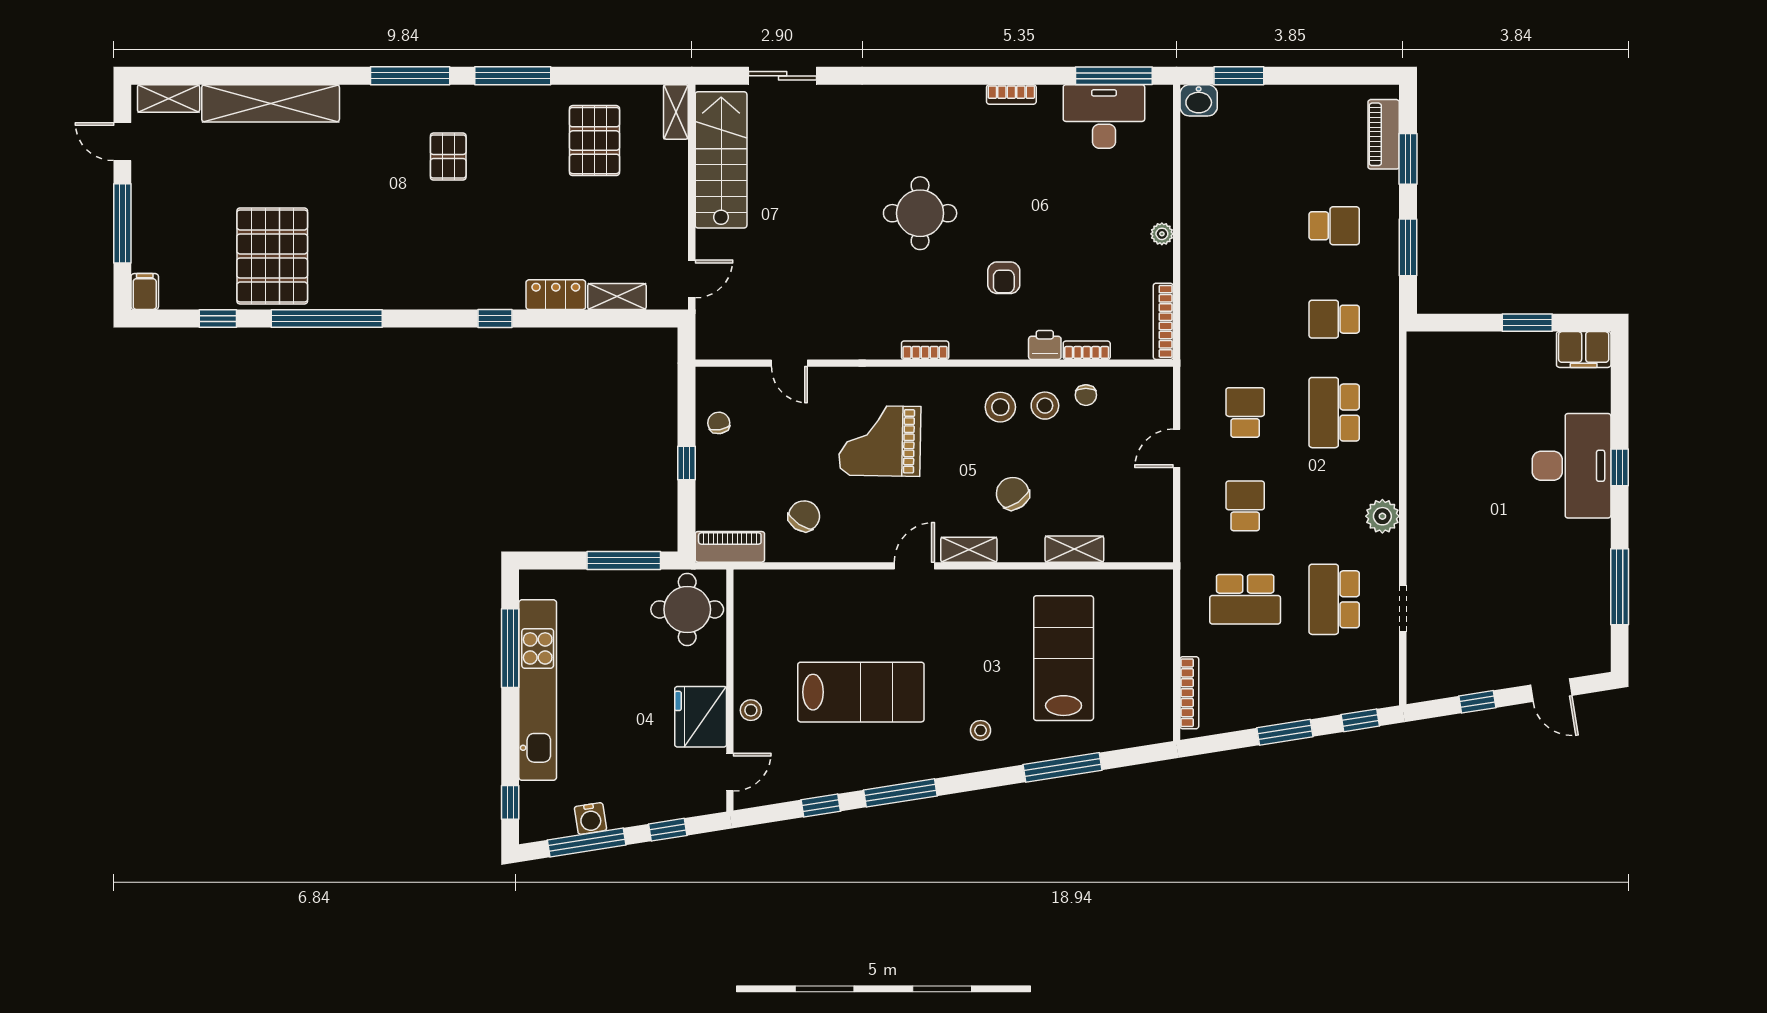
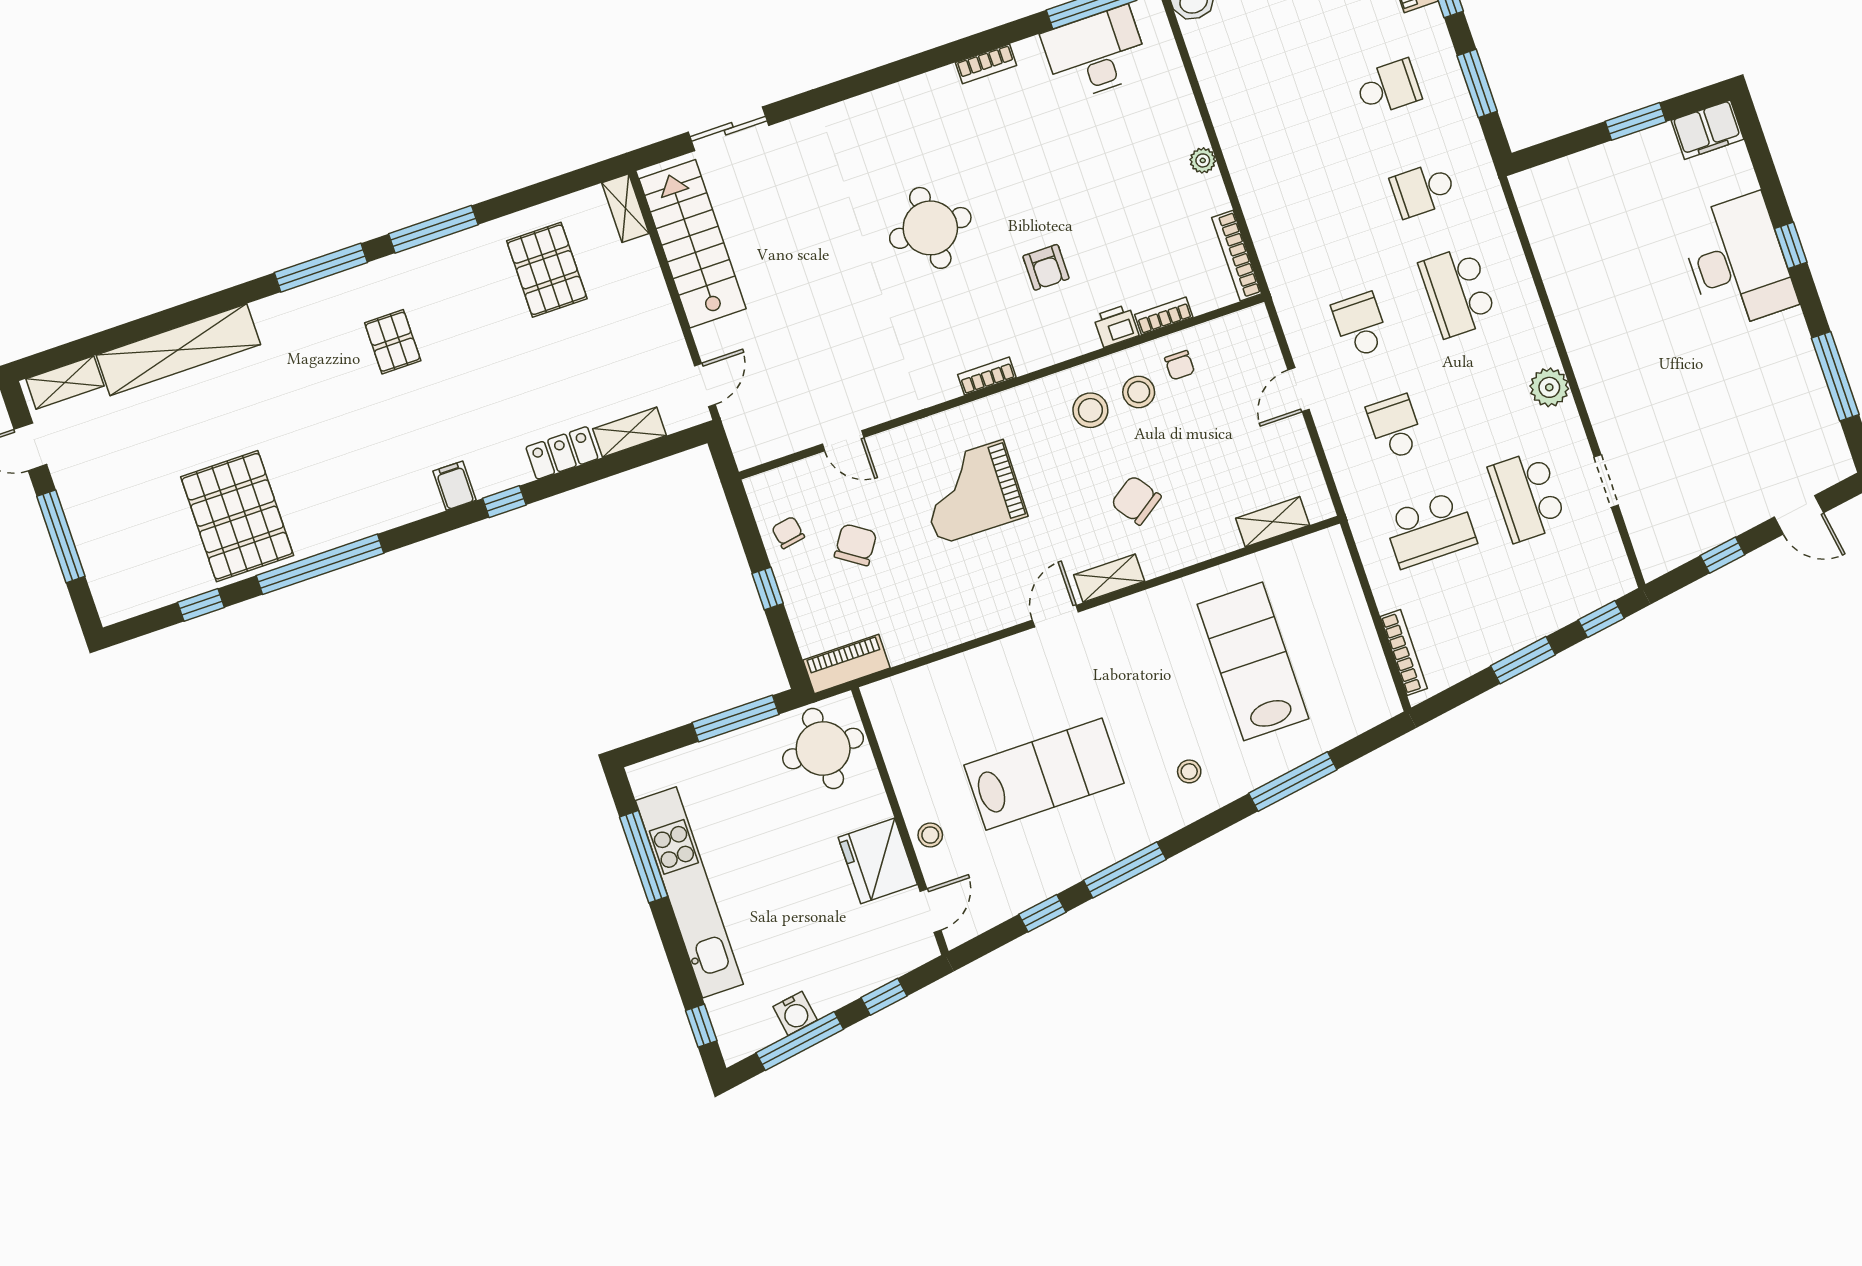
filing cabinet: (145, 292) -> (454, 486), moved
chair: (804, 516) -> (856, 545), moved
shelving: (1074, 549) -> (1273, 522), moved

